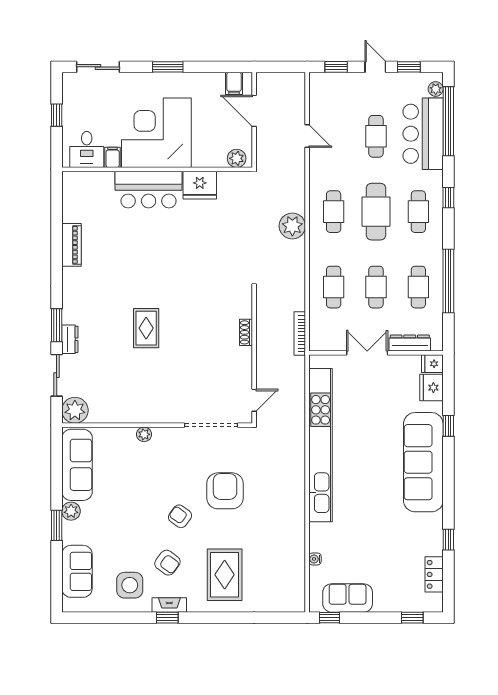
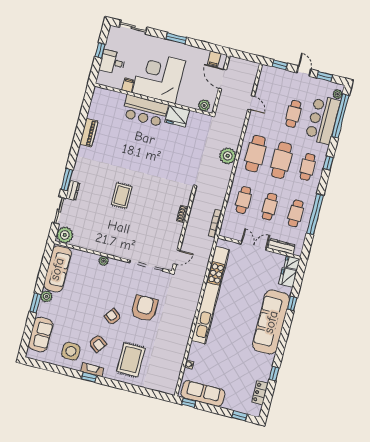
desk: (87, 149) -> (112, 62), moved, turned 90
cafe table: (334, 212) -> (255, 154), width x1.37, depth x1.35
sofa: (348, 598) -> (203, 394), width x1.36

